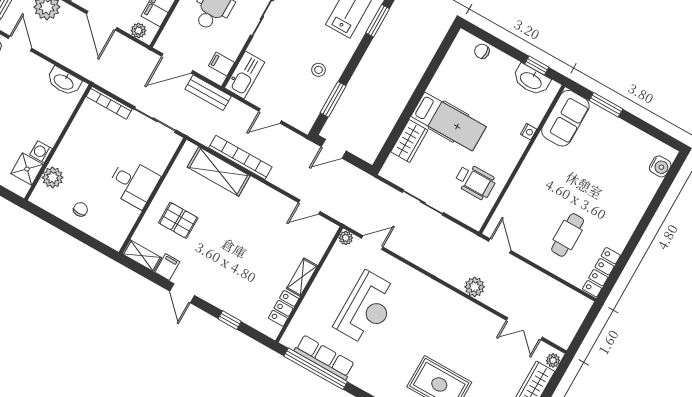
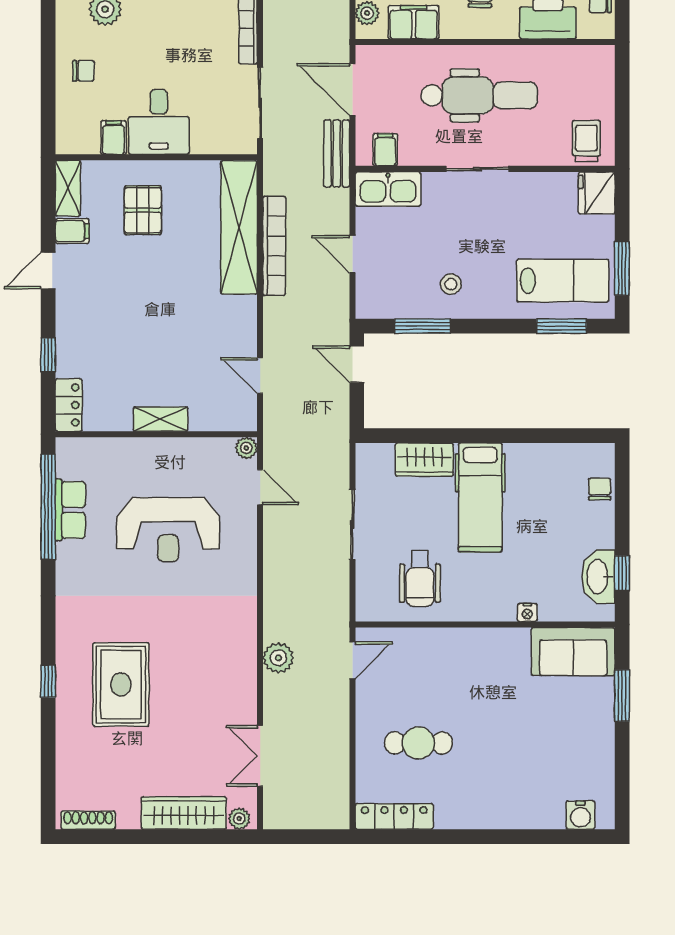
shelving: (219, 171) -> (239, 227), width x1.47
filing cabinet: (128, 214) -> (114, 138), added
locker: (284, 308) -> (69, 405), moved, turned 90
row of seats: (324, 357) -> (70, 510), width x0.68

